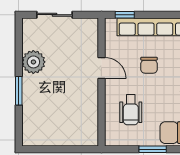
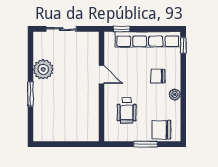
chair: (149, 65) -> (158, 76), moved, turned 90

